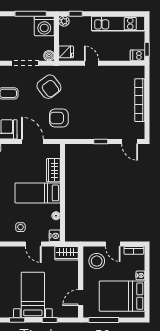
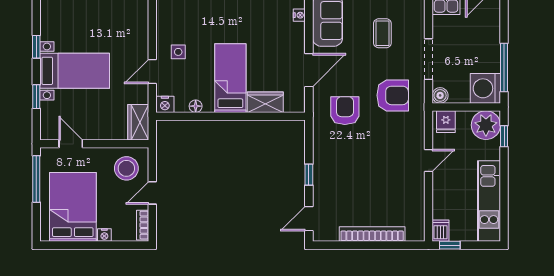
plant: (64, 21) -> (486, 125), width x1.88, depth x1.88
armchair: (49, 87) -> (393, 95), turned -143

